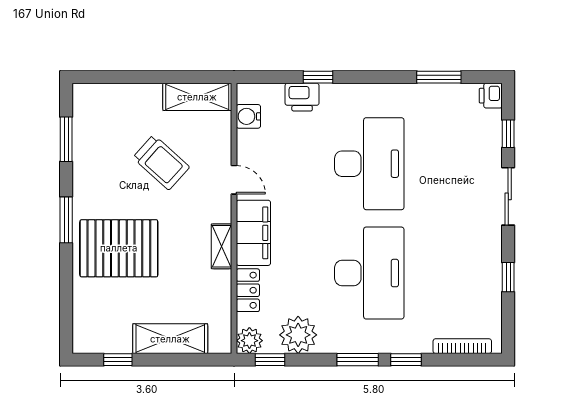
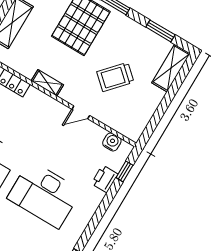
window: (318, 77) -> (124, 171), moved
shelving: (197, 97) -> (171, 68), moved
filing cabinet: (253, 233) -> (44, 105), removed

